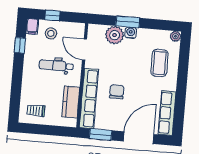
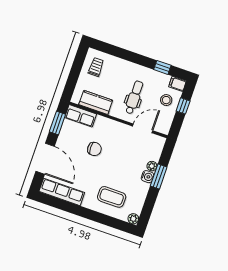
plant: (115, 35) -> (152, 166), width x0.53, depth x0.53
row of seats: (89, 99) -> (81, 116), width x0.50

